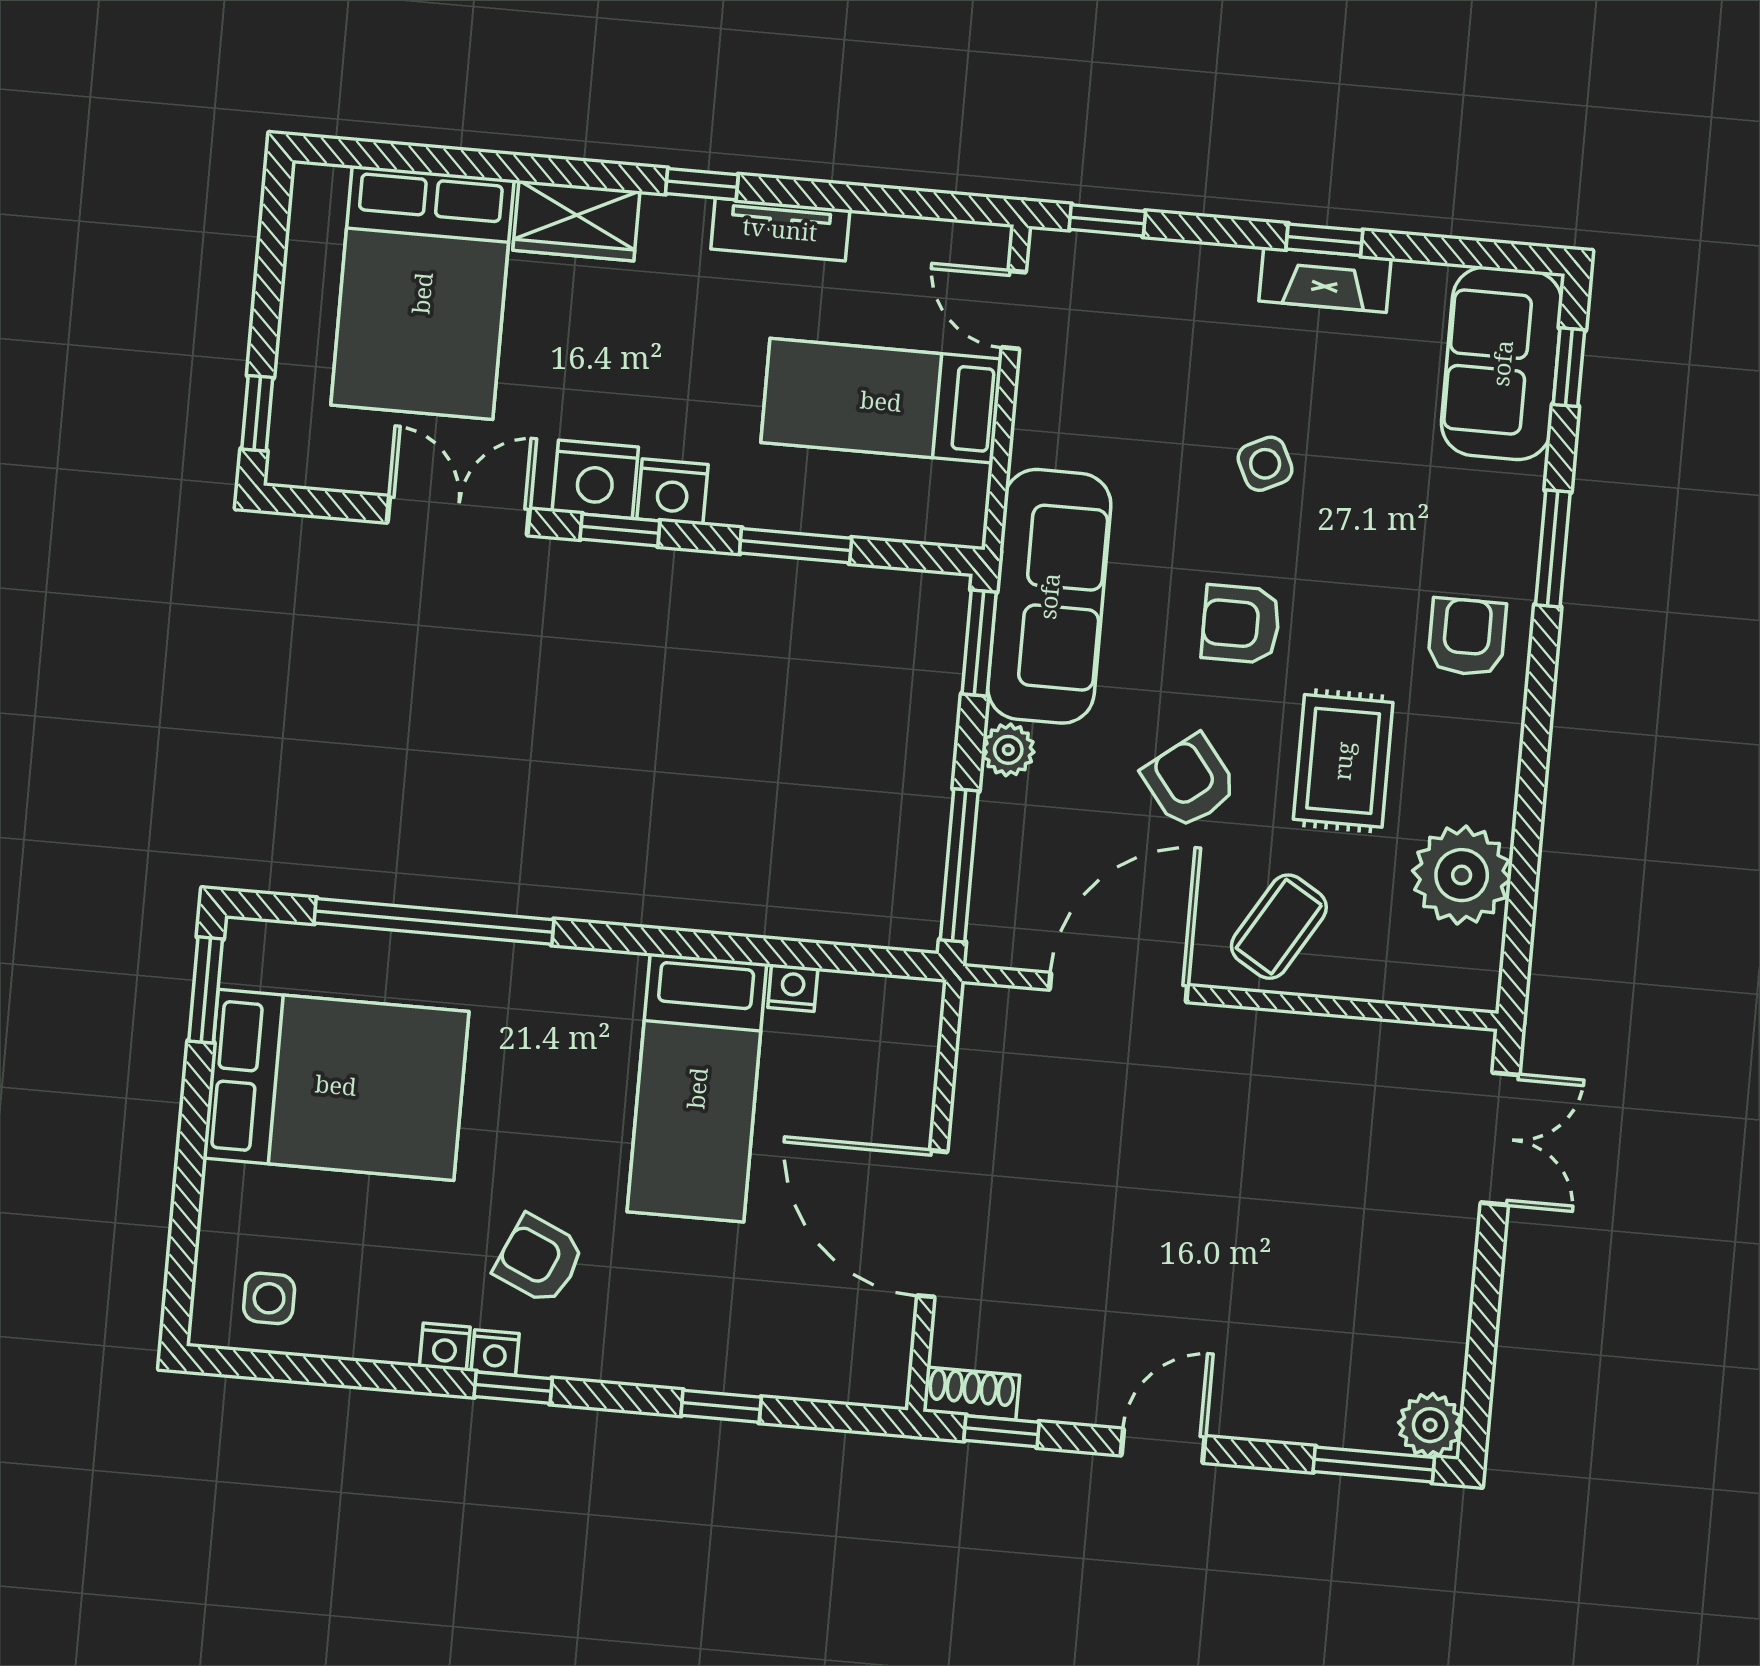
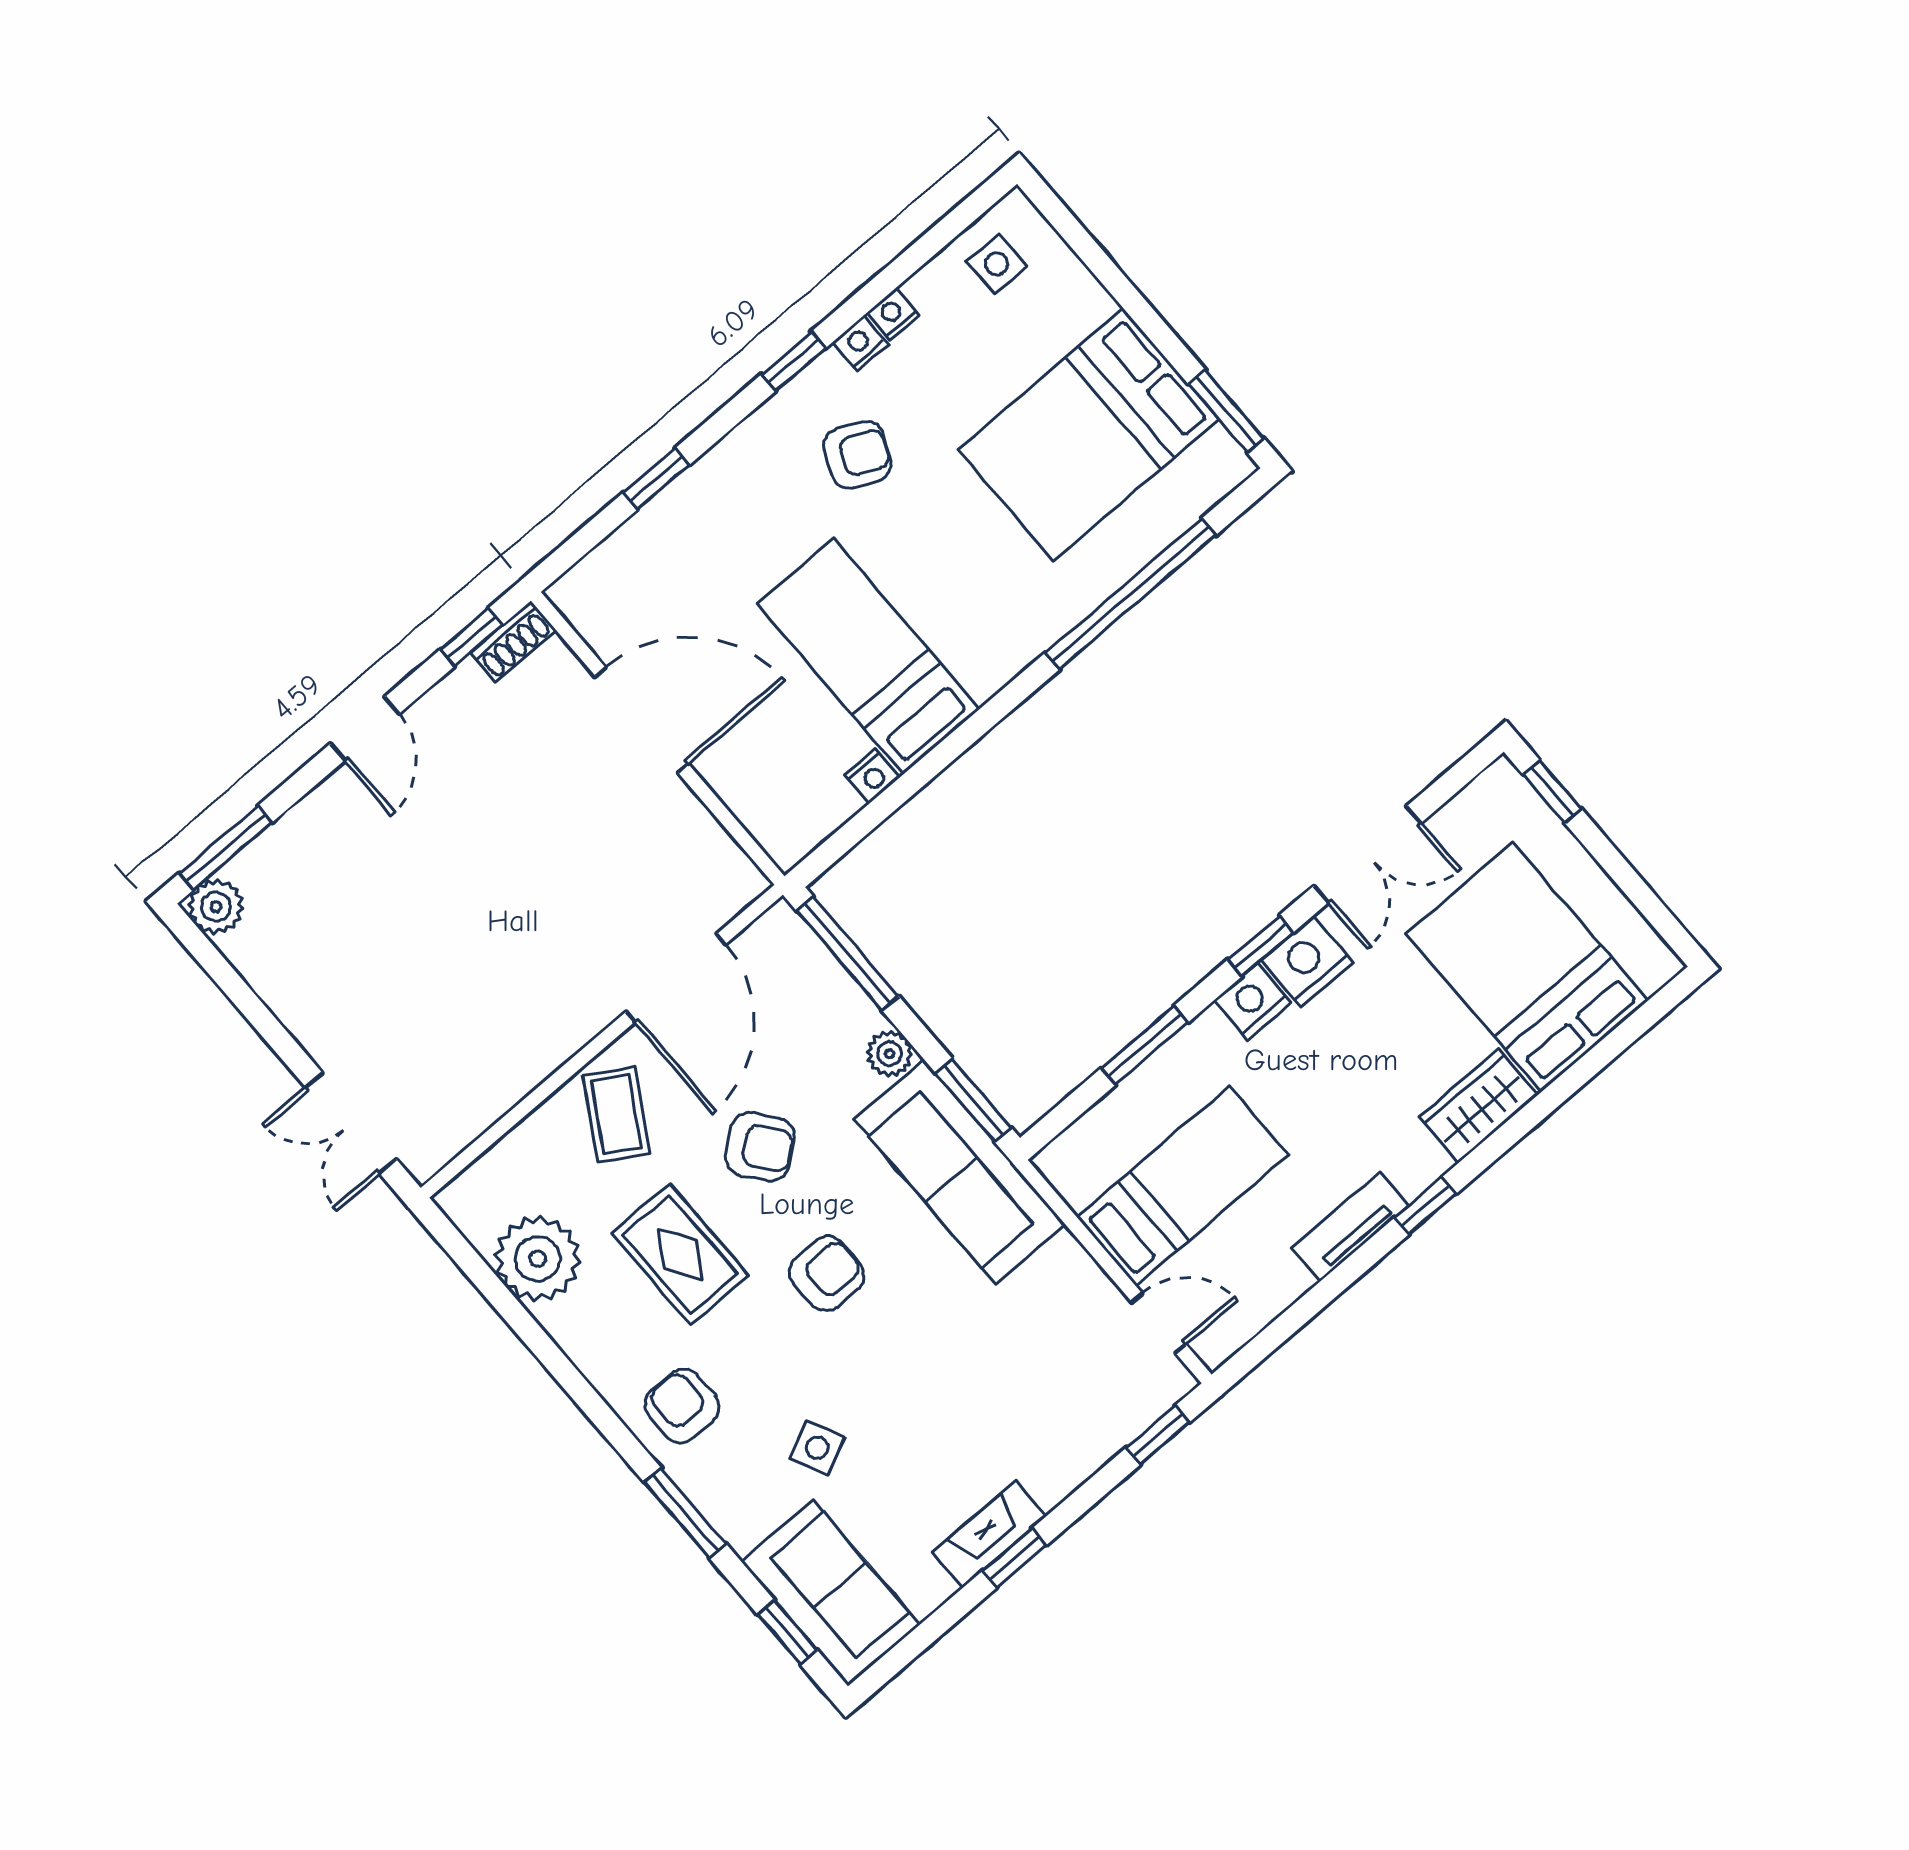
side table: (1265, 464) -> (817, 1448), moved
armchair: (1467, 637) -> (682, 1406), turned 180
nightstand: (495, 1352) -> (893, 314), moved

